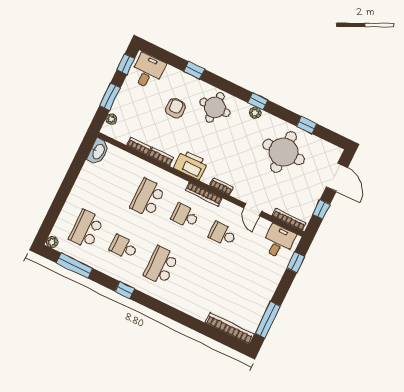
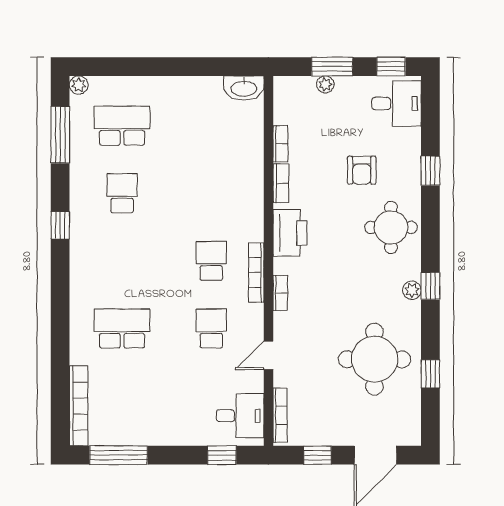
armchair: (175, 108) -> (362, 170), turned 90
plant: (111, 119) -> (325, 84), moved
school desk: (148, 198) -> (211, 193), removed
school desk: (161, 265) -> (122, 328), moved

